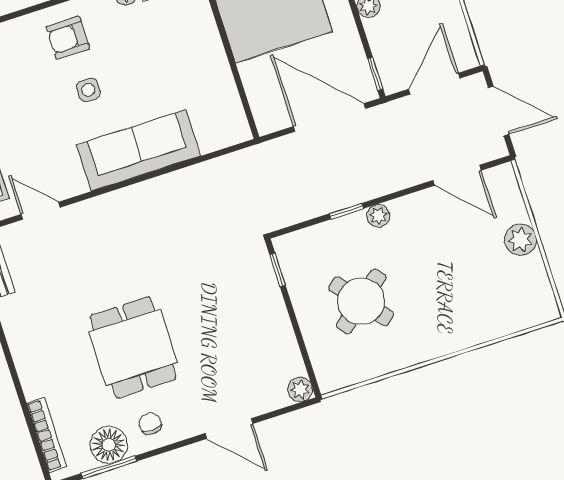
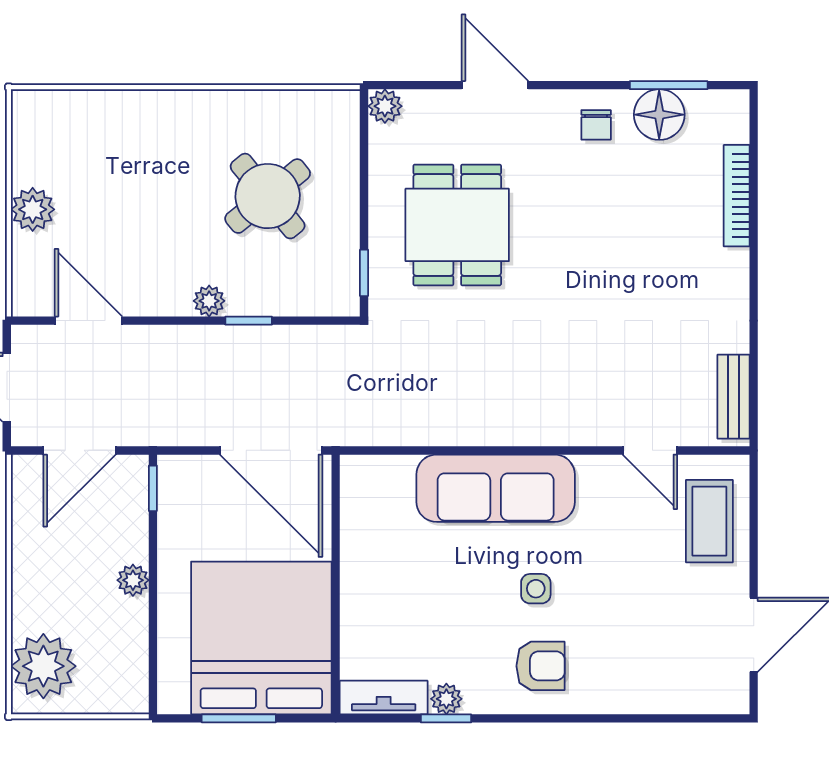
door: (330, 117) -> (271, 450), moved
dining table: (133, 347) -> (457, 225), moved
bookcase: (47, 435) -> (737, 196), moved

